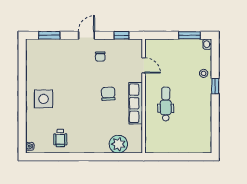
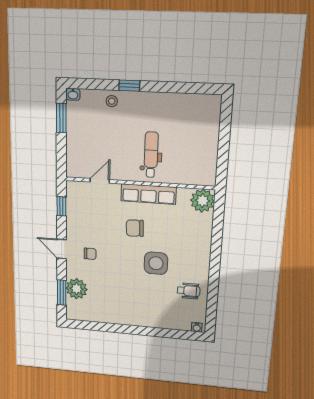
plant: (54, 48) -> (77, 289), added
chair: (100, 57) -> (90, 254), moved
side table: (44, 99) -> (156, 263), moved
dental chair: (166, 104) -> (151, 155), turned 90
plant: (118, 144) -> (202, 201), moved

